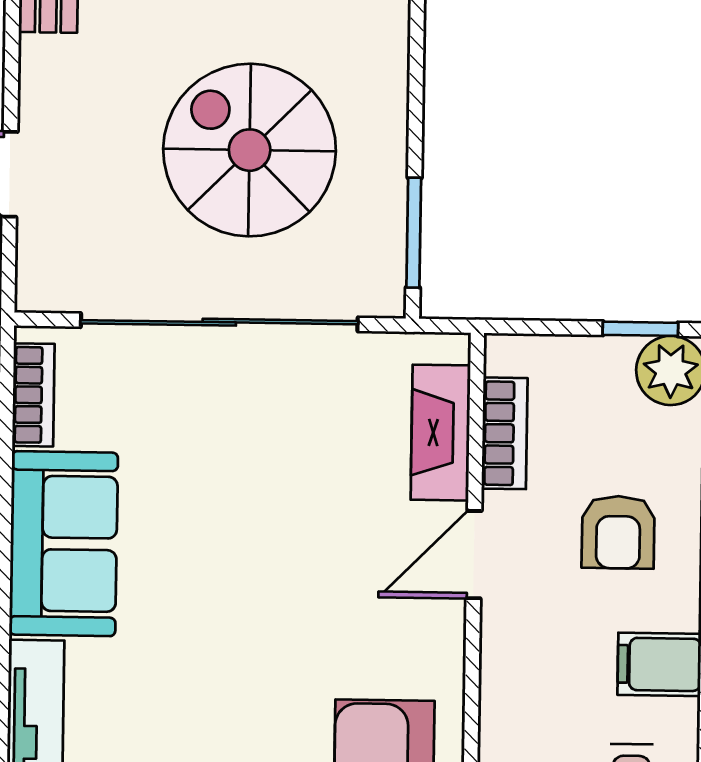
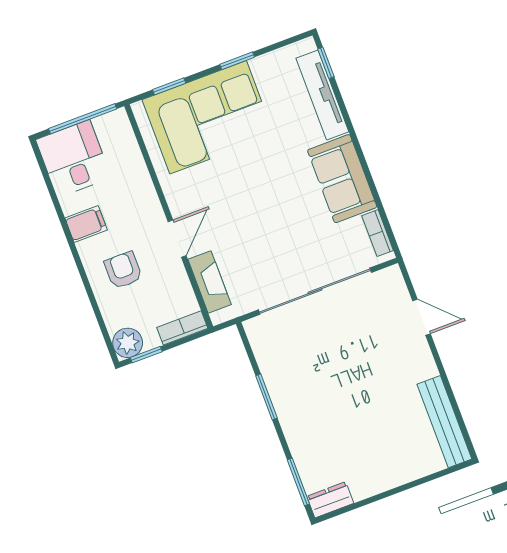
spiral stairs: (250, 150) -> (330, 364), removed
window: (414, 233) -> (266, 397), moved
bookcase: (505, 433) -> (182, 328), moved, turned 90

